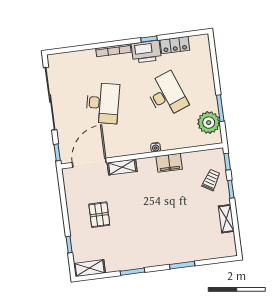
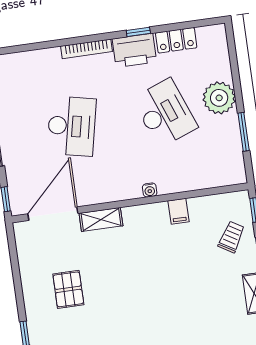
plant: (209, 123) -> (219, 98), moved
filing cabinet: (169, 163) -> (179, 211), width x0.50

